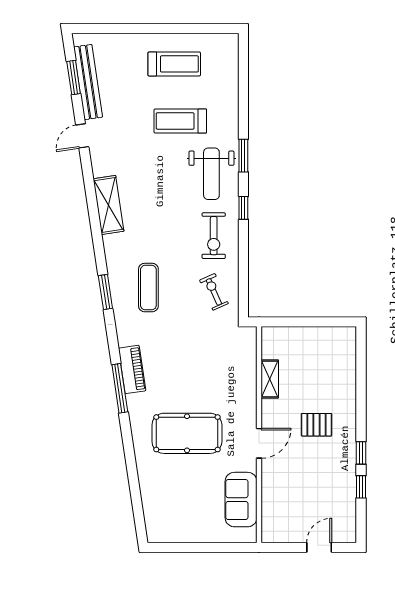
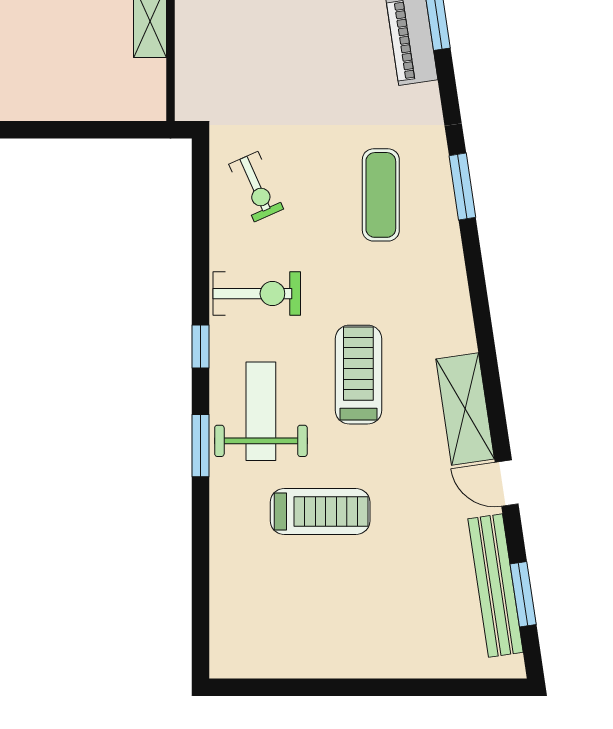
treadmill: (174, 64) -> (358, 375), moved, turned 90
door: (82, 136) -> (507, 483), swing flipped
shelving: (109, 205) -> (465, 409), moved
exercise bike: (214, 236) -> (257, 294), turned 90

